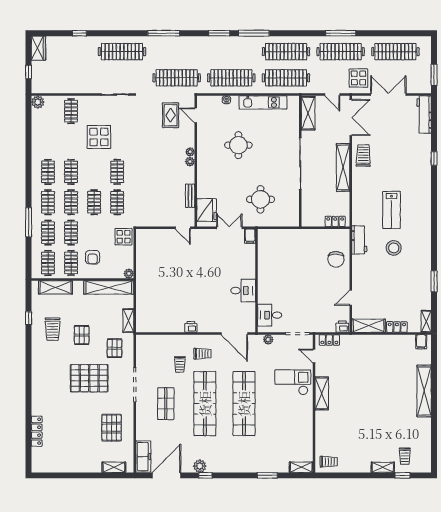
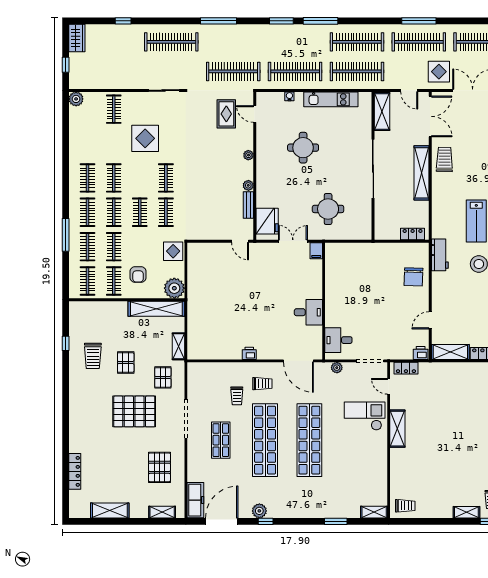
plant: (190, 162) -> (248, 185), moved
plant: (129, 274) -> (174, 288), width x1.87, depth x1.87
shelving: (55, 287) -> (110, 510), moved

